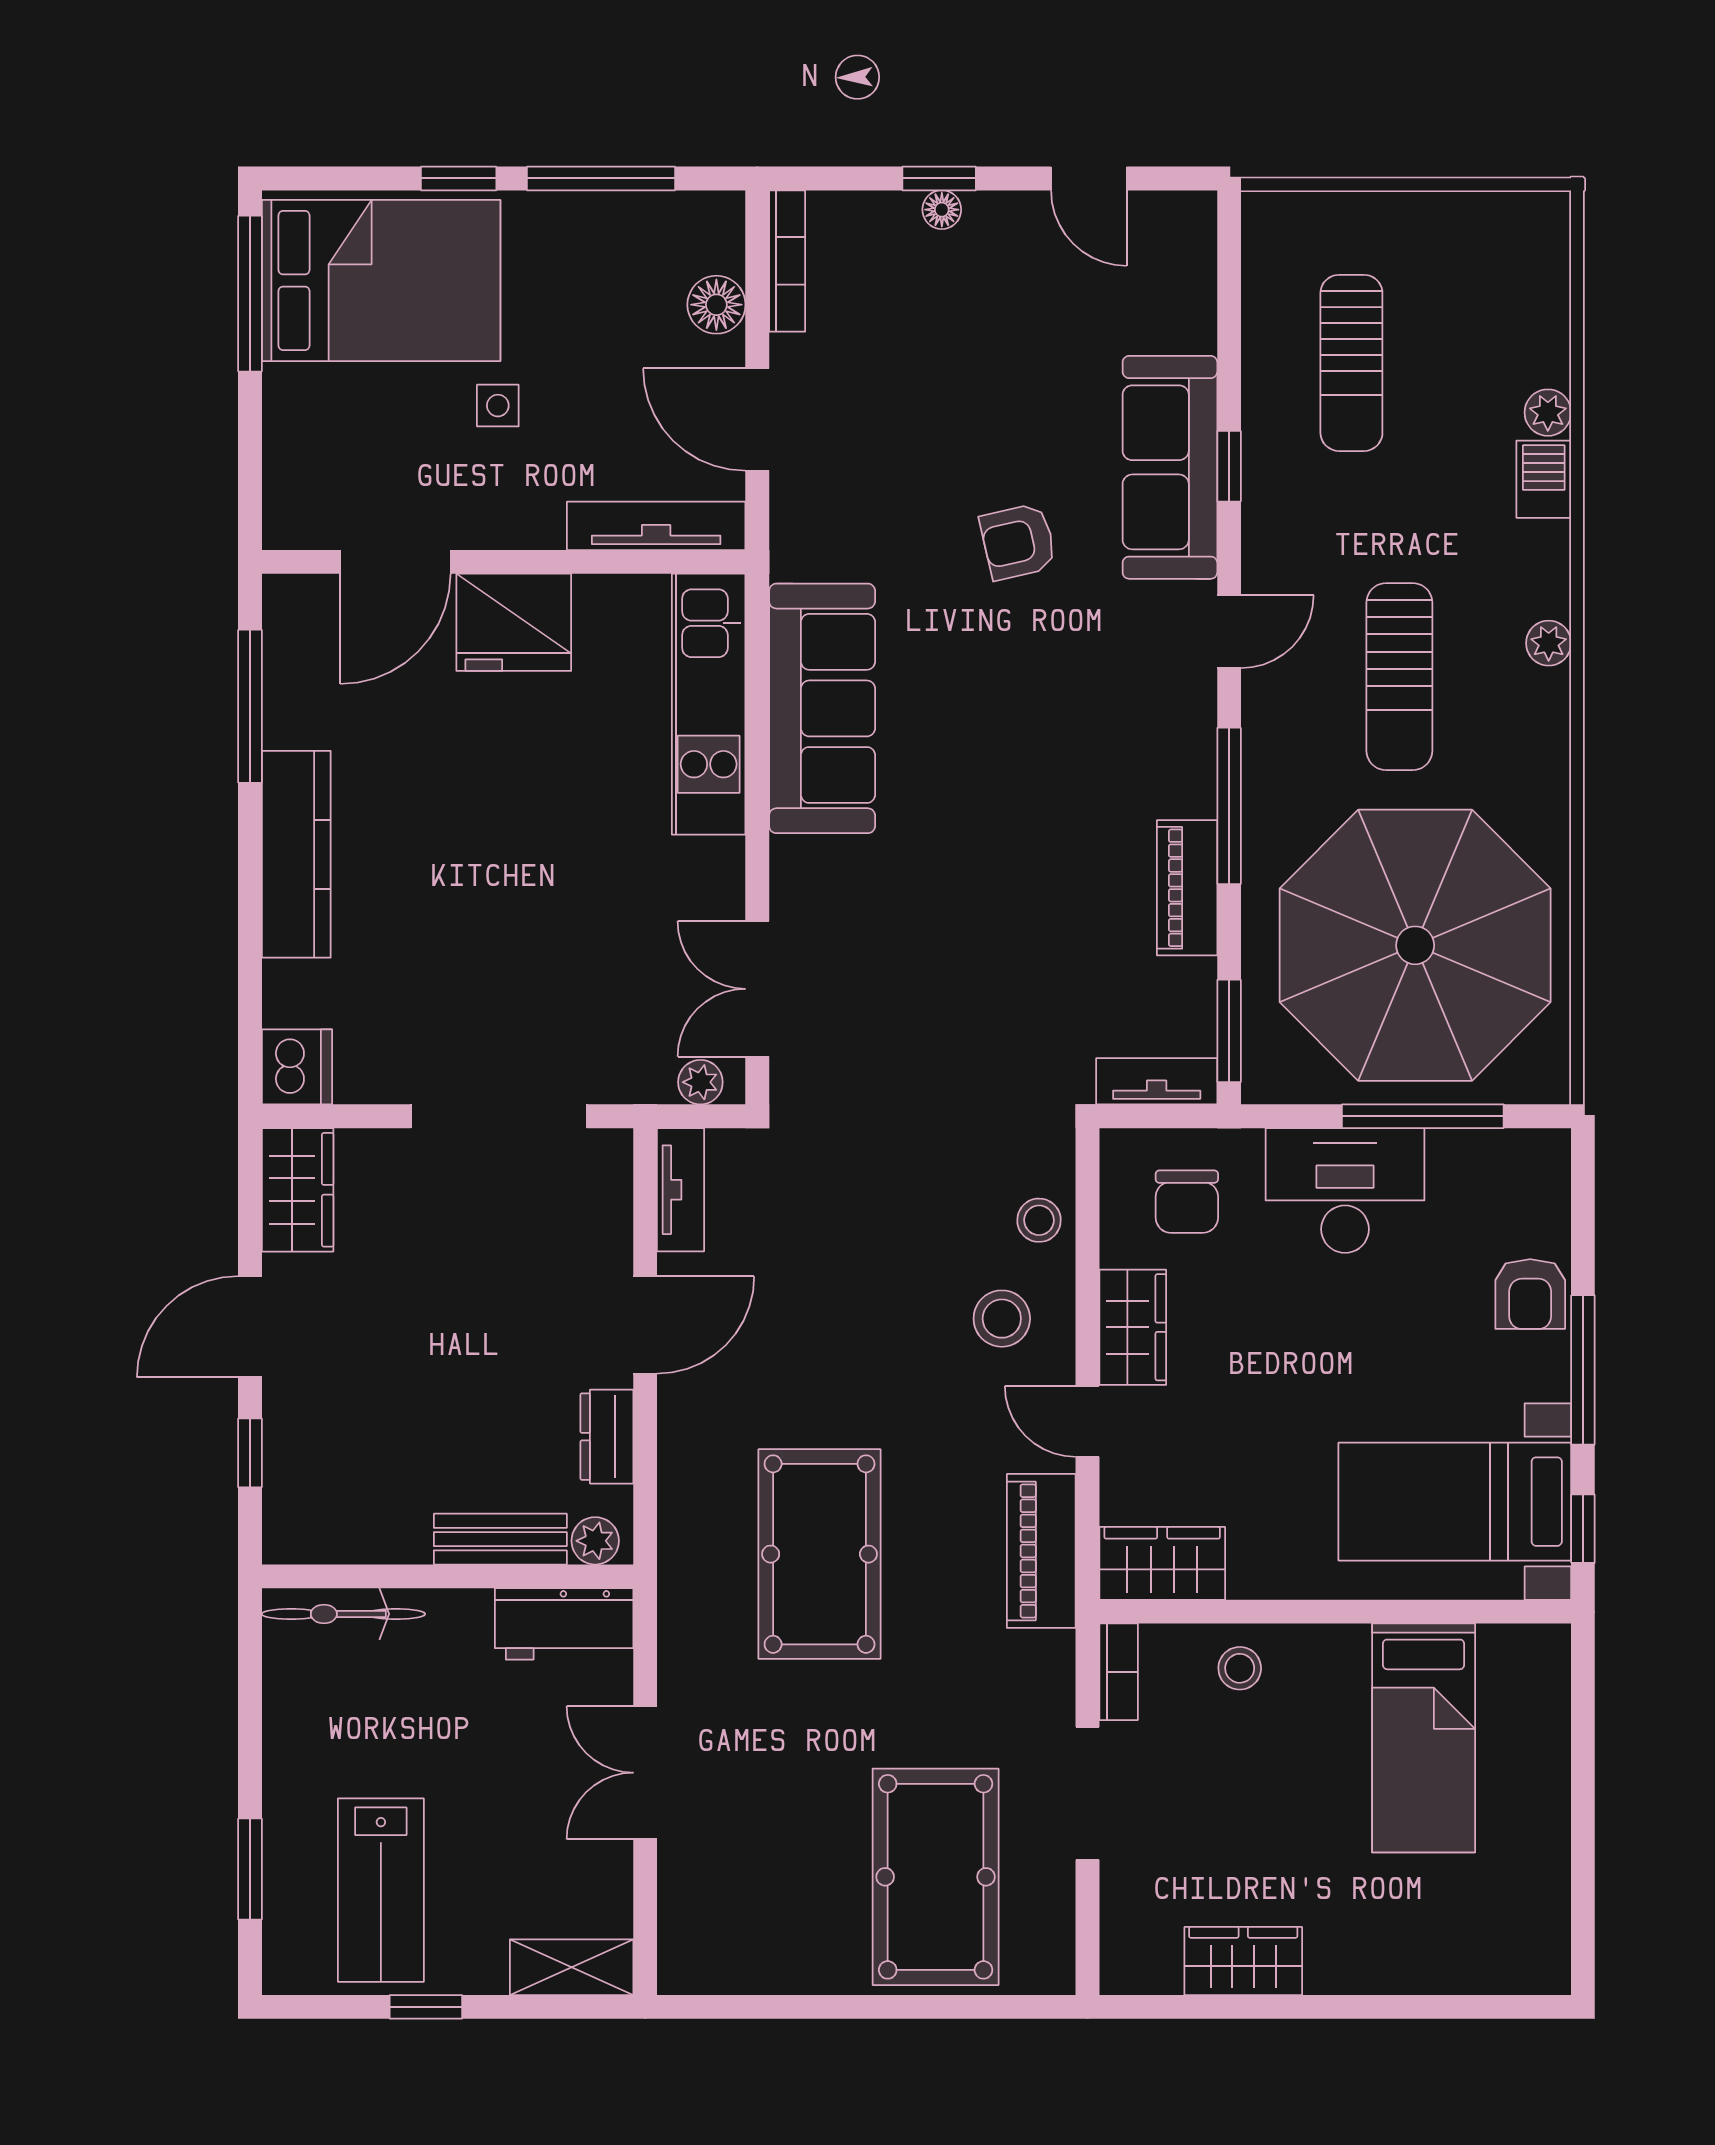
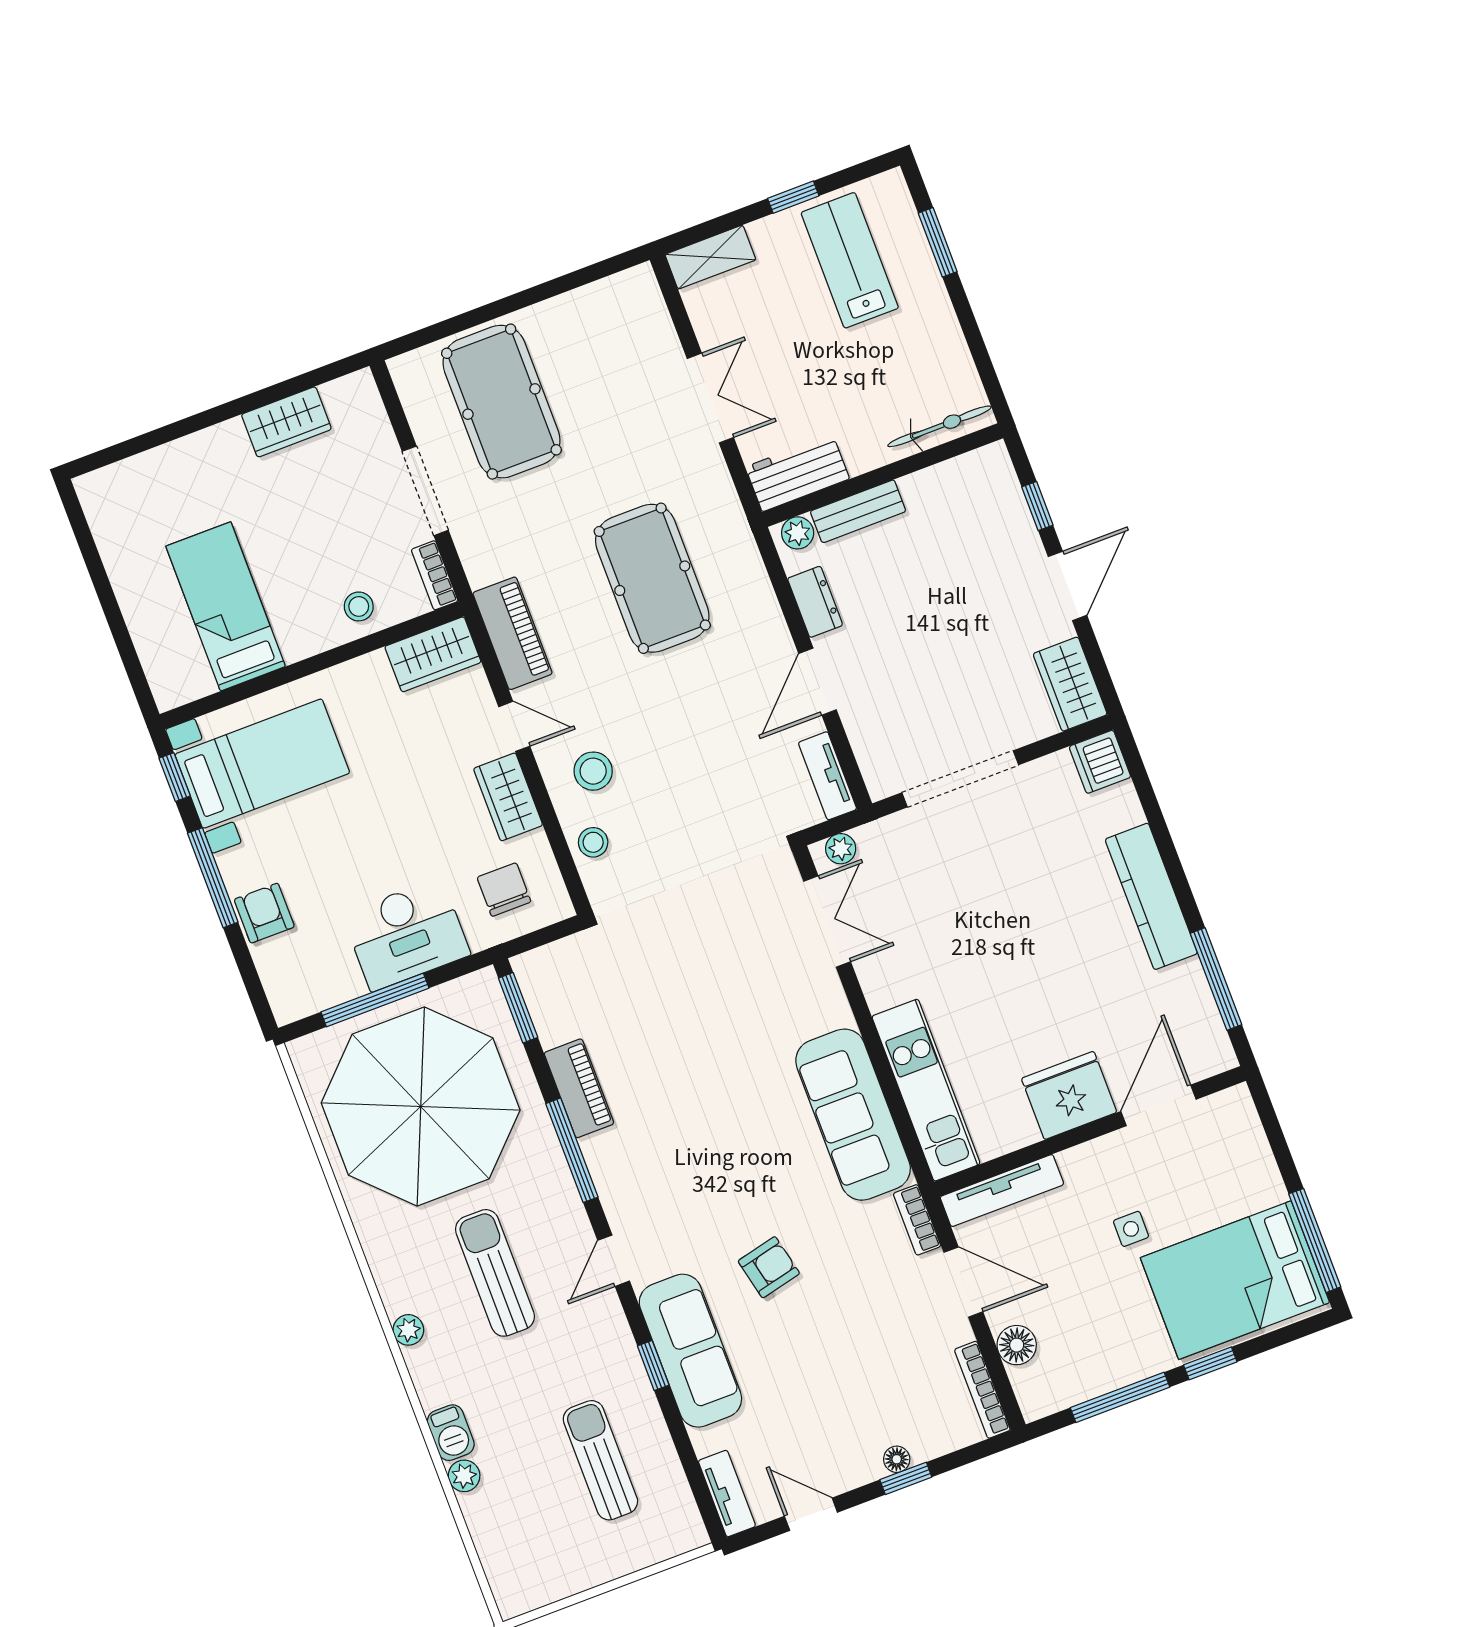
bookcase: (789, 530) -> (917, 1220), added
tv unit: (1157, 1081) -> (727, 1494), moved, turned -90

